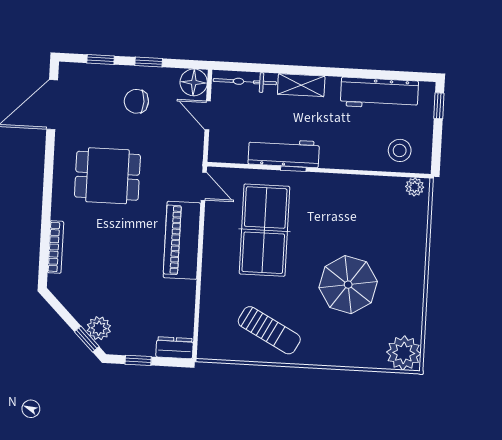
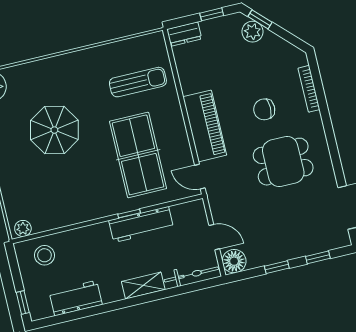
workbench: (379, 93) -> (76, 298), width x0.73
chair: (136, 101) -> (264, 109), moved, turned 180
sun lounger: (269, 330) -> (138, 82), moved, turned 152

